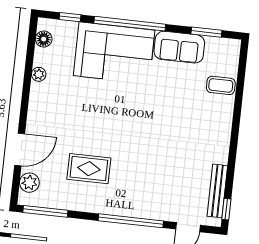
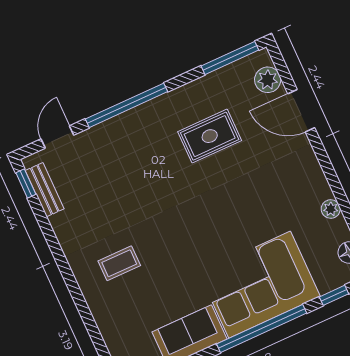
coffee table: (221, 85) -> (119, 263), moved
door: (20, 150) -> (301, 111), hinge flipped
bench: (217, 191) -> (45, 190), width x0.73

